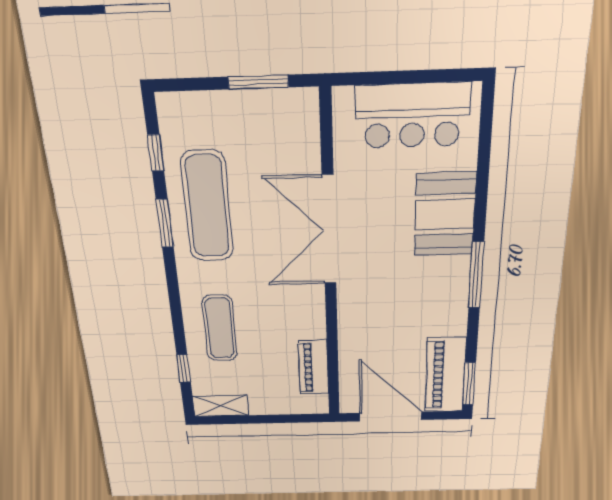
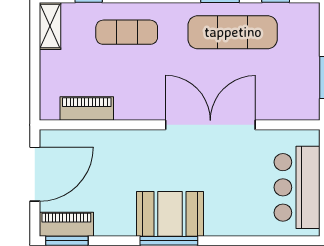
booth: (445, 214) -> (170, 214), moved
piano: (445, 375) -> (66, 224), width x0.73, depth x0.75

